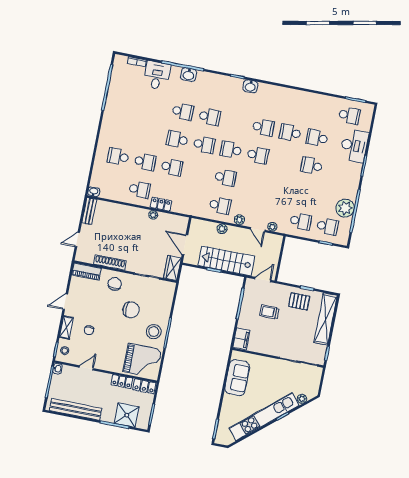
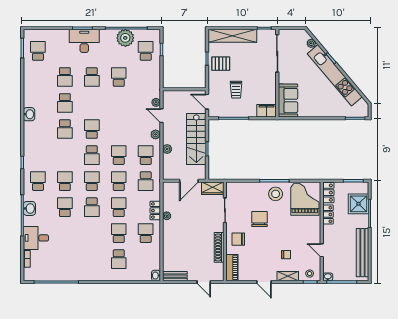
washbasin: (250, 86) -> (29, 114), moved
school desk: (215, 89) -> (38, 181), added
school desk: (263, 127) -> (65, 129), turned 180
desk: (354, 146) -> (84, 41), moved
school desk: (199, 172) -> (119, 181), added
school desk: (193, 200) -> (146, 181), added
school desk: (301, 221) -> (119, 77), moved
door: (258, 230) -> (161, 116), swing flipped
pallet: (299, 301) -> (221, 64), turned 90
sofa: (237, 378) -> (288, 101), moved, turned 90

